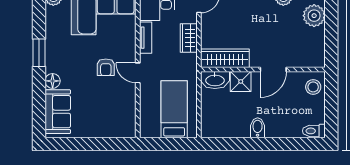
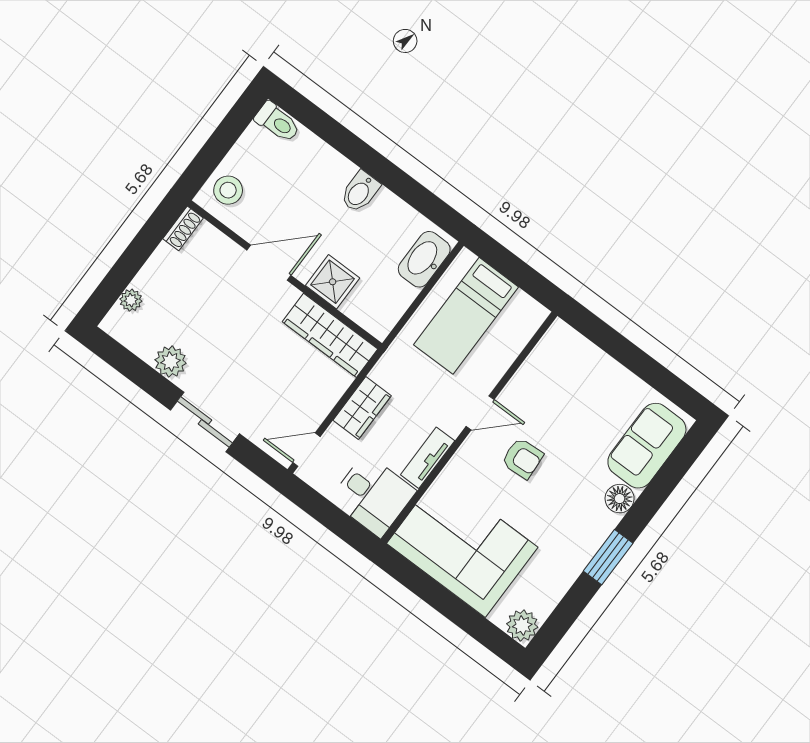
plant: (314, 16) -> (131, 300), width x0.53, depth x0.53
shoe rack: (320, 57) -> (183, 228), added
armchair: (106, 67) -> (522, 458), turned 86
door: (138, 73) -> (480, 413), hinge flipped
washbasin: (215, 80) -> (424, 259), moved, turned -90

